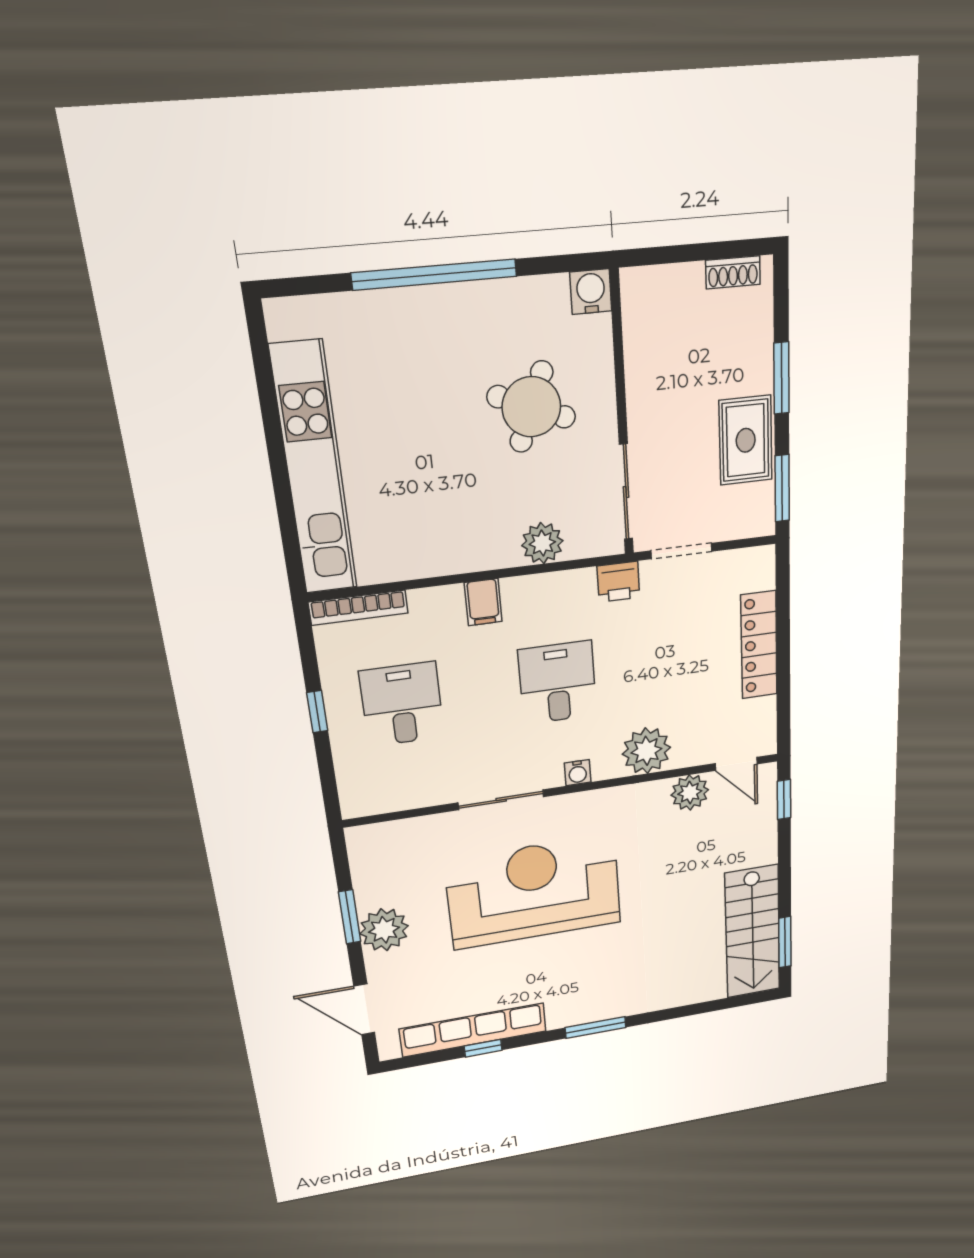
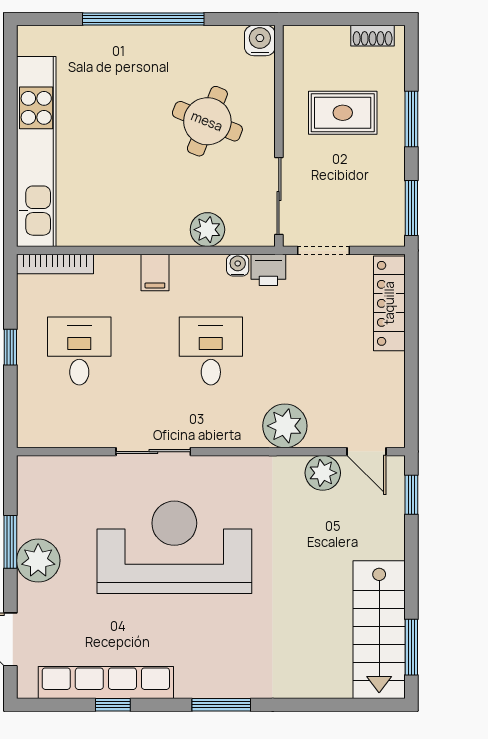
rug: (746, 440) -> (343, 113), moved, turned 90
locker: (759, 645) -> (389, 303), moved
water cooler: (578, 773) -> (238, 265), moved, turned 180

